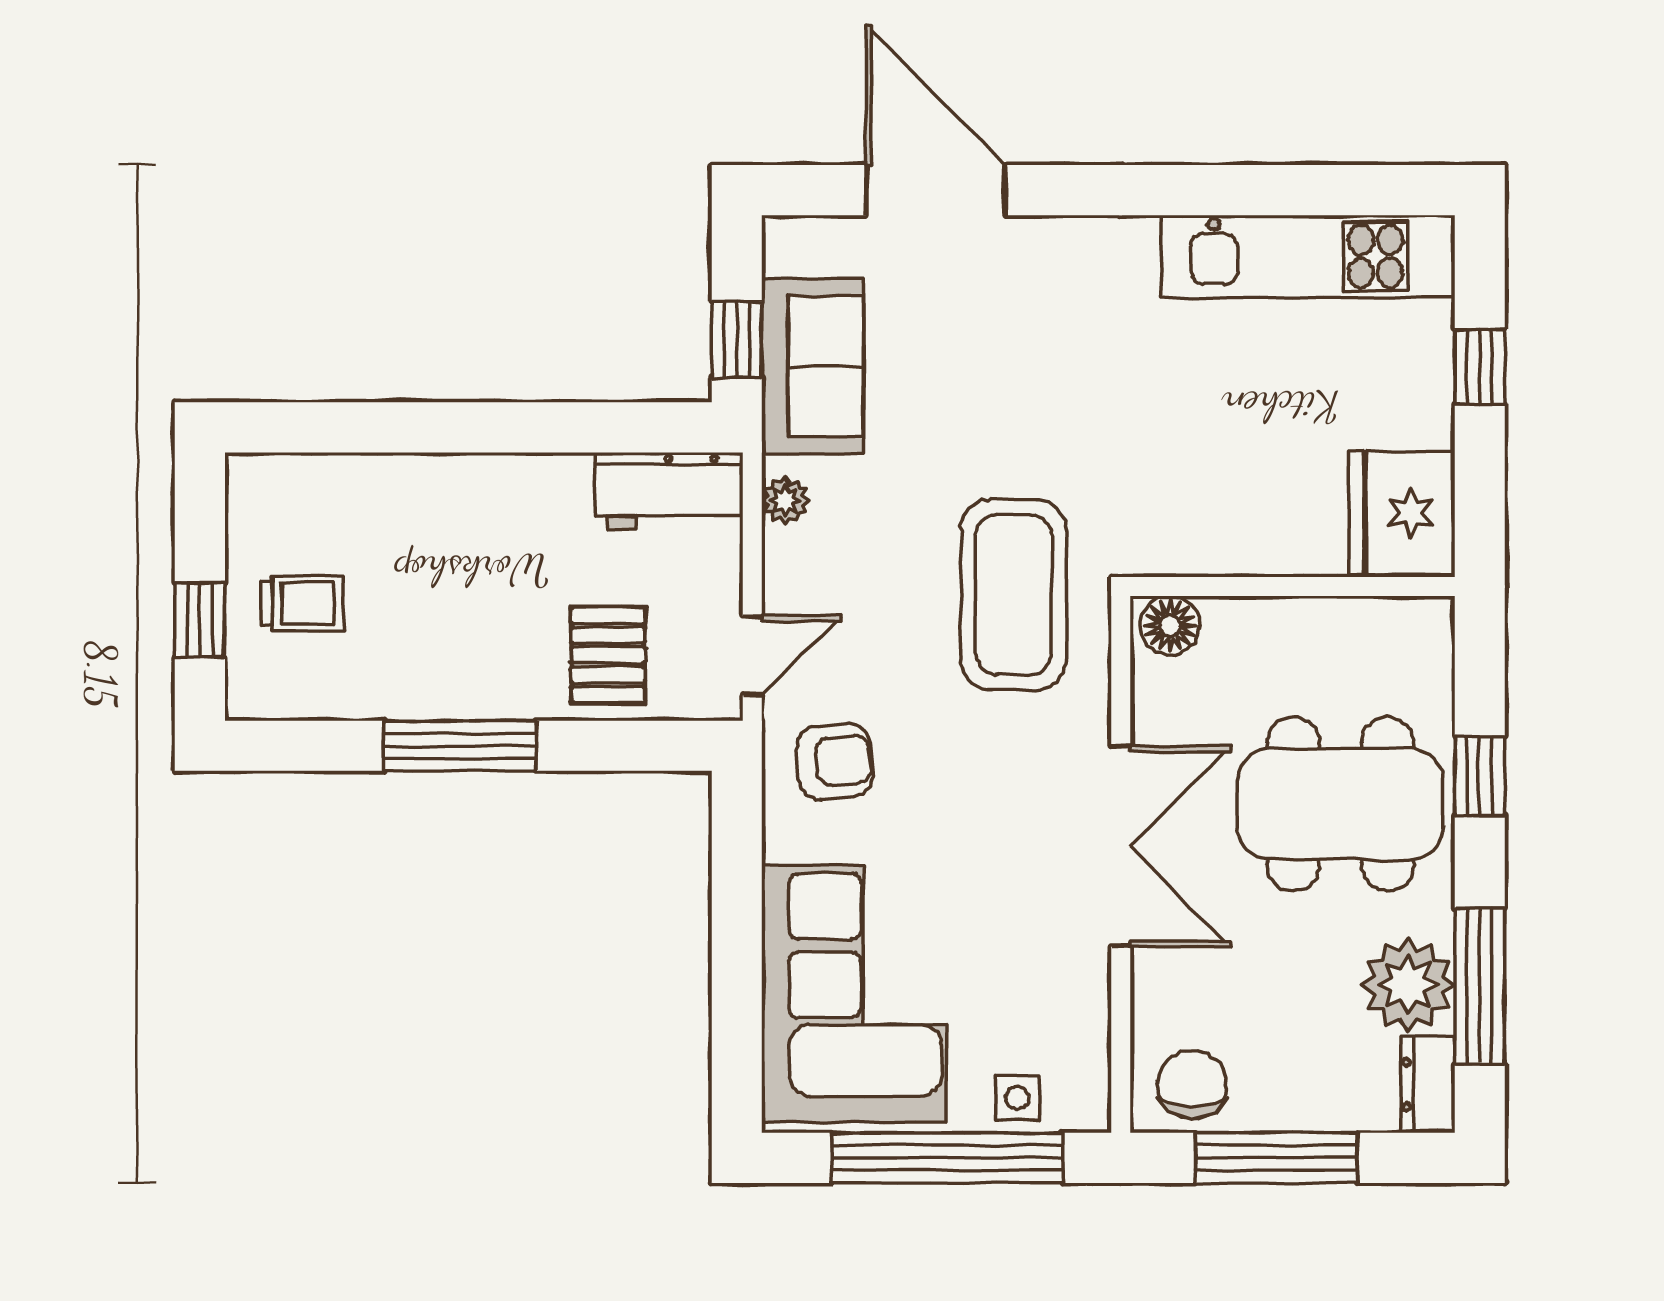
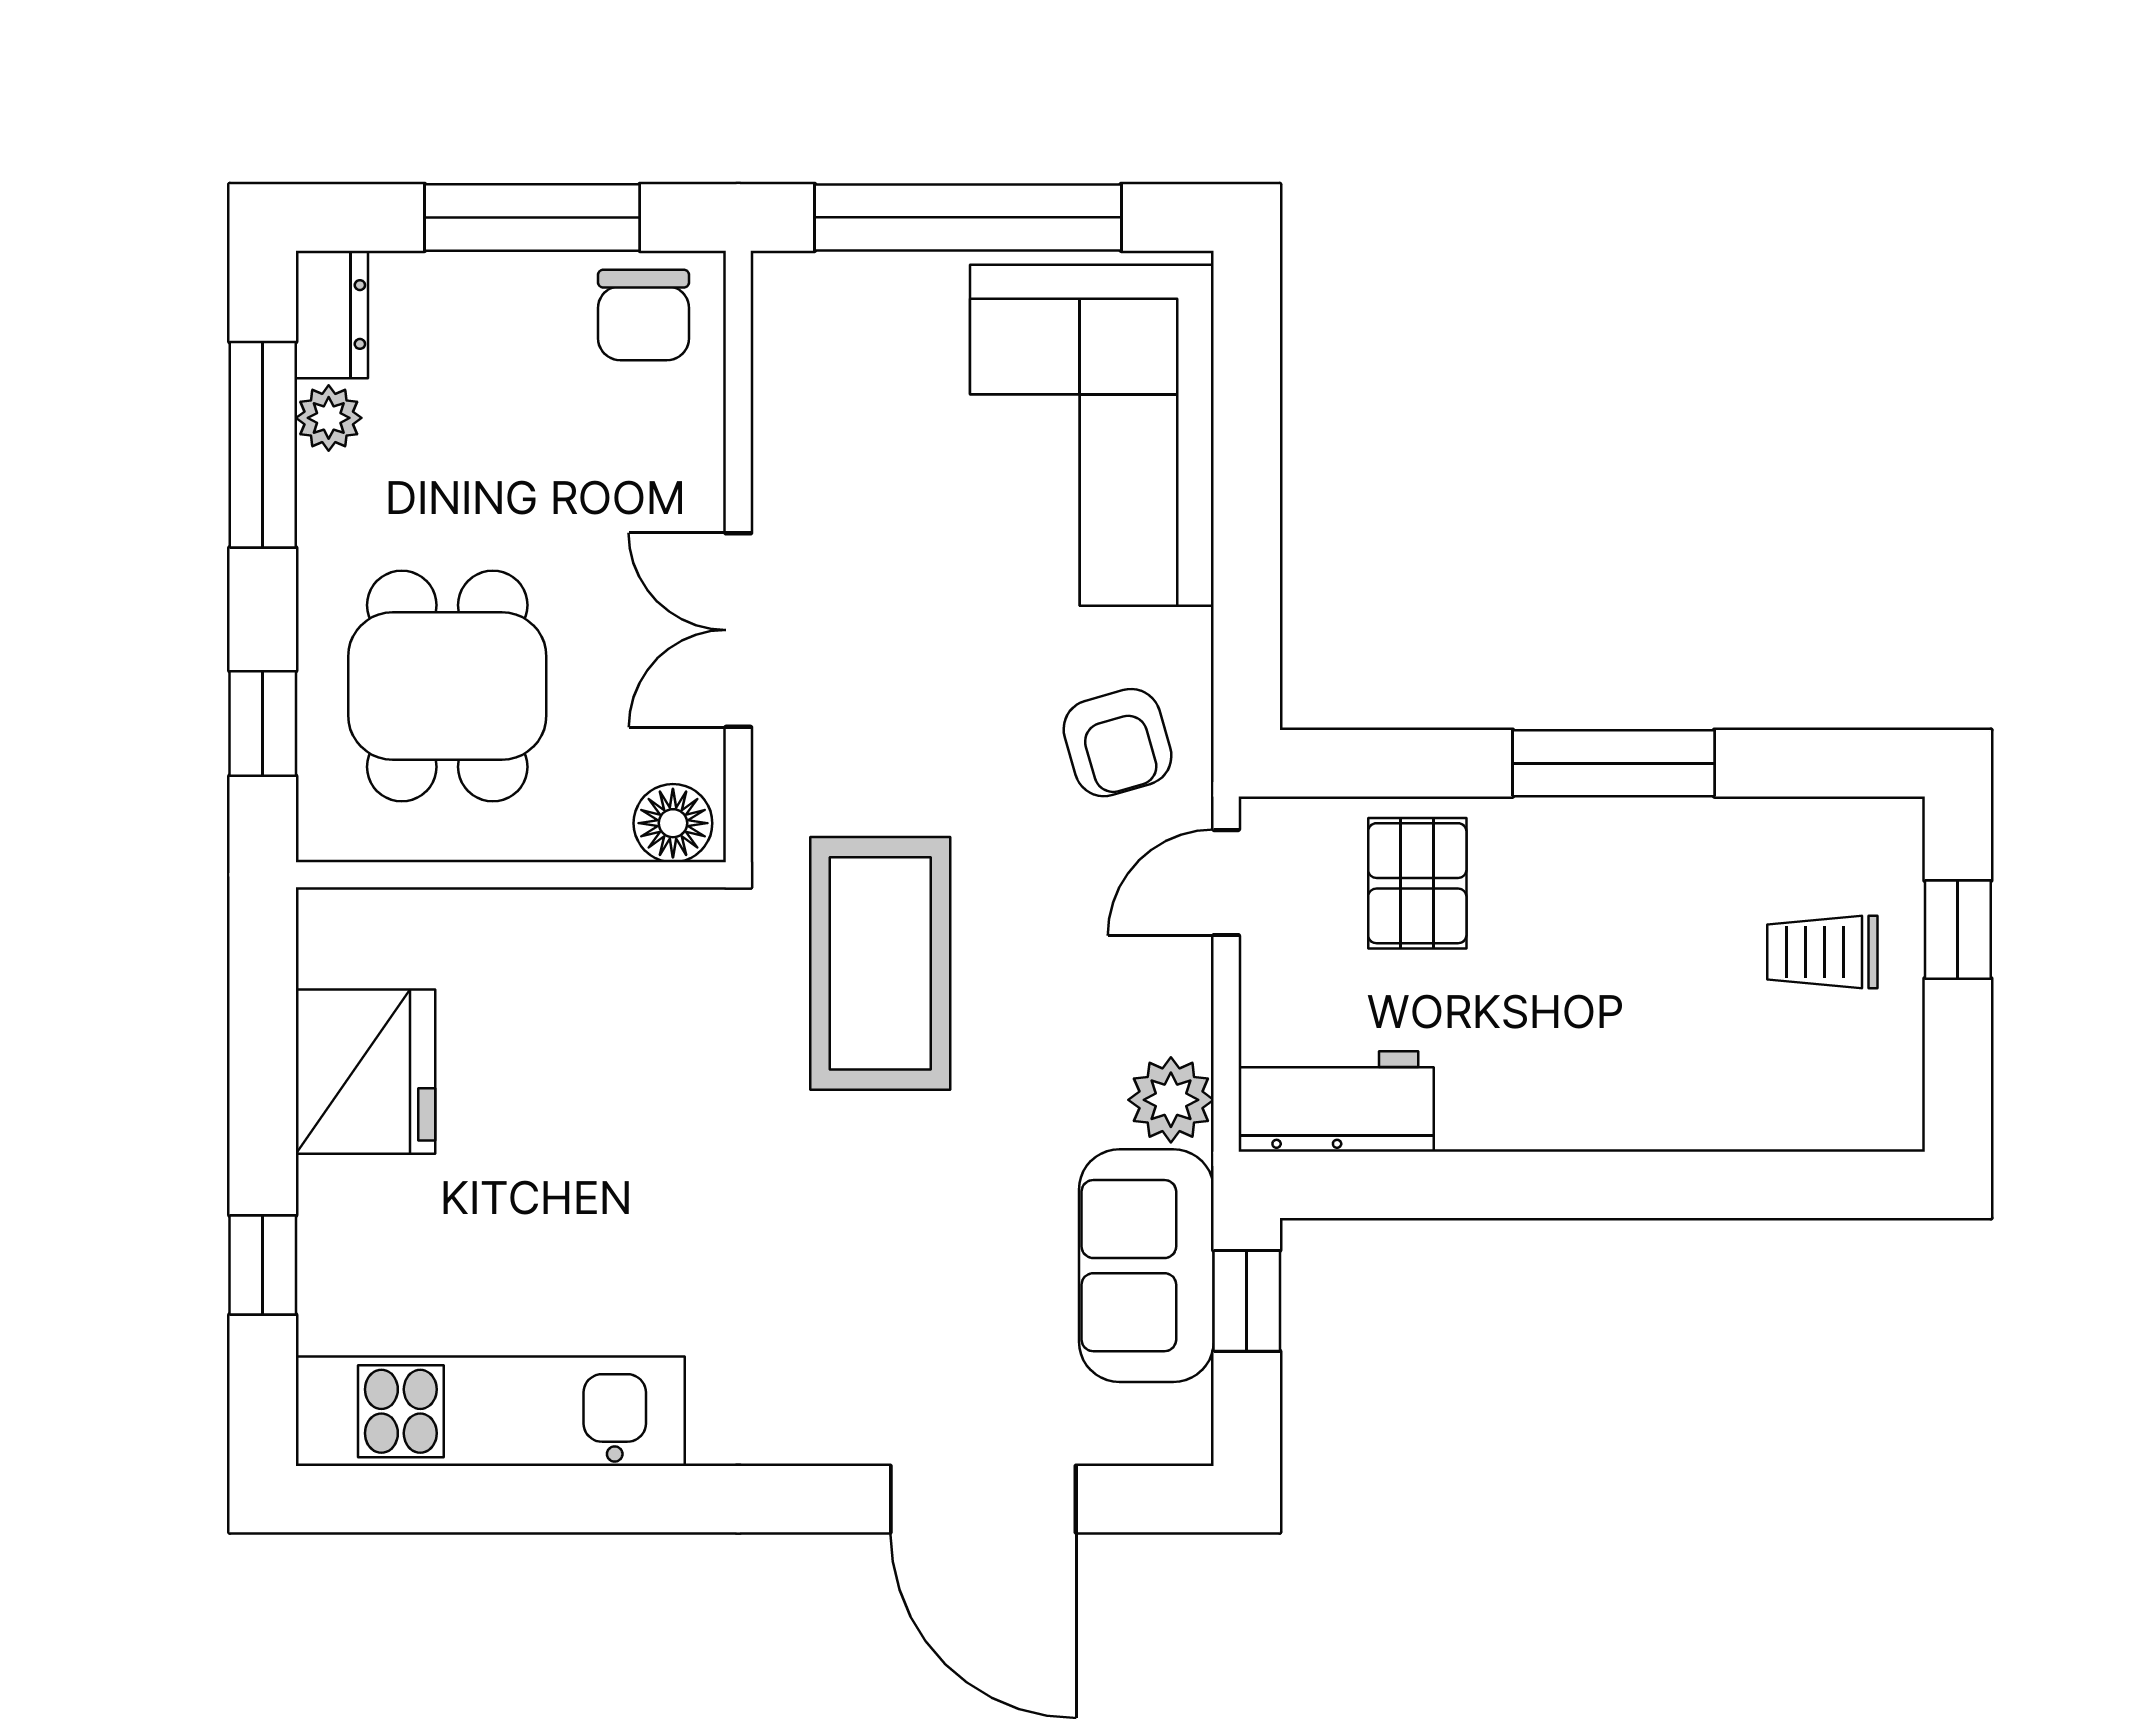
plant: (785, 500) -> (1171, 1100), width x1.38, depth x1.38
wall: (1292, 587) -> (511, 875), moved
floor lamp: (1170, 626) -> (673, 823), moved
armchair: (834, 761) -> (1117, 743), turned -101
dining table: (1340, 804) -> (447, 686), width x0.73
double door: (1121, 846) -> (738, 630), width x0.73
plant: (1408, 985) -> (329, 418), width x0.53, depth x0.53
side table: (1017, 1098) -> (875, 297), removed

